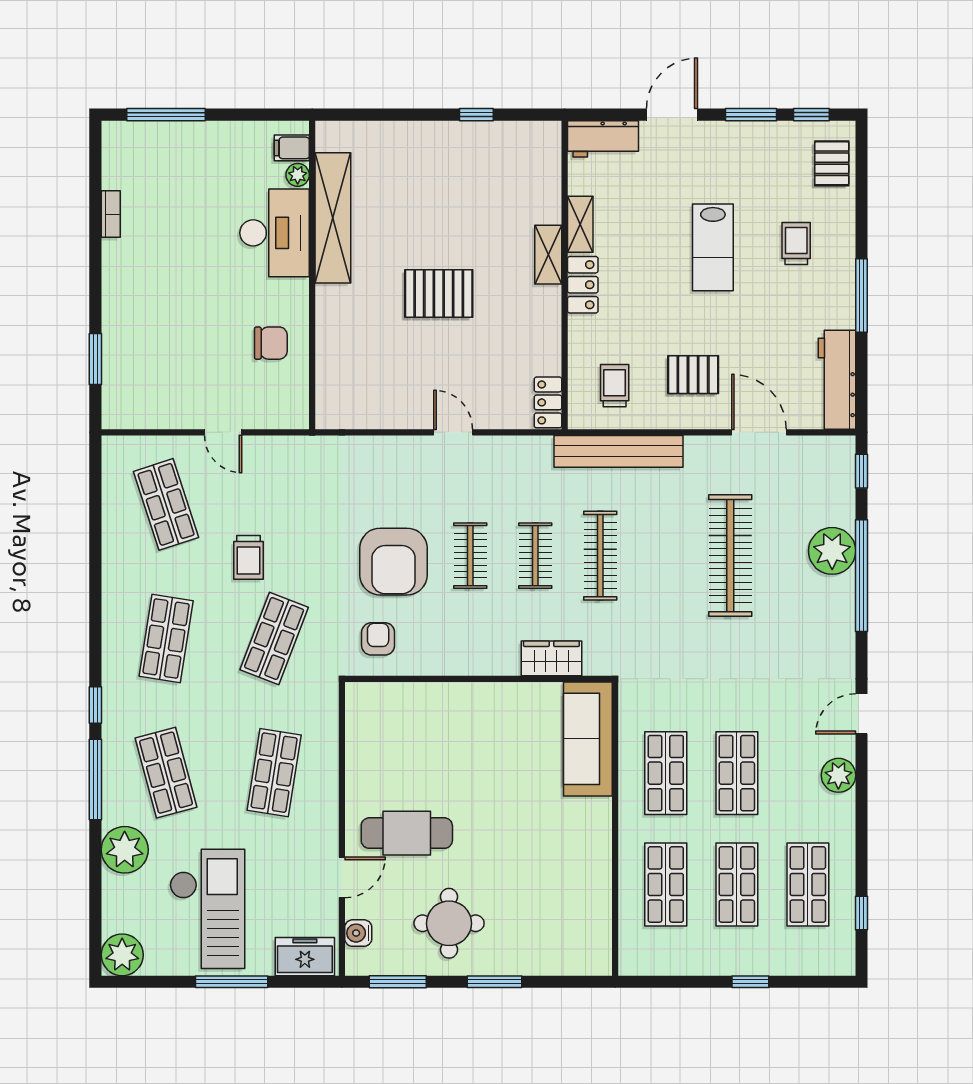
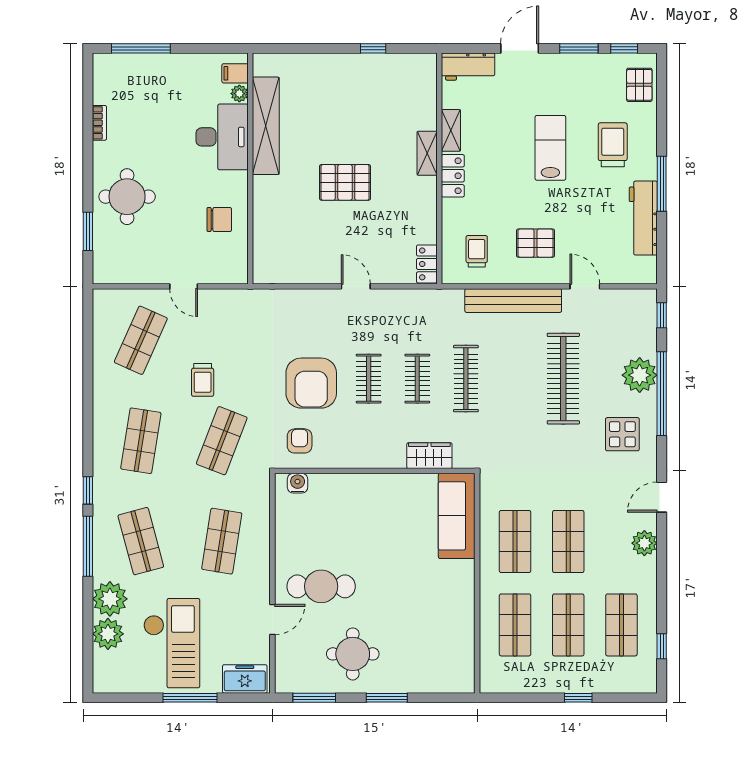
trolley: (796, 243) -> (613, 145), width x1.36, depth x1.39
lab bench: (713, 247) -> (550, 148), turned 180
round table: (148, 313) -> (127, 197), added
workbench: (837, 380) -> (643, 218), moved
door: (759, 432) -> (585, 286), width x0.73
bench: (619, 451) -> (513, 301), moved
shop shelf: (166, 504) -> (141, 340), turned 42
display table: (809, 630) -> (622, 434), added
water cooler: (358, 933) -> (298, 483), moved, turned 90
plant: (122, 955) -> (108, 634), moved

